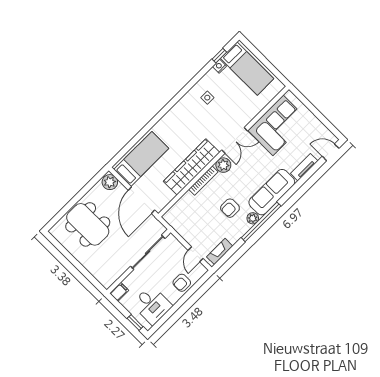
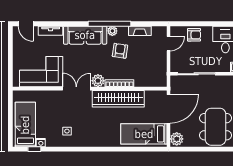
armchair: (230, 208) -> (120, 51), turned -82
fireplace: (220, 251) -> (140, 31), moved

